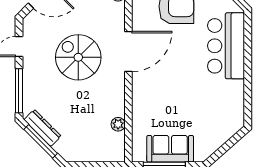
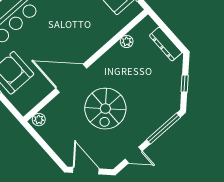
dresser: (43, 128) -> (166, 44), moved, turned -45
window: (41, 141) -> (185, 84), width x0.46

